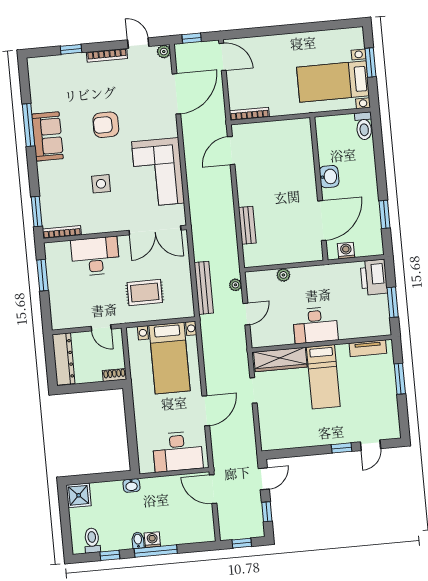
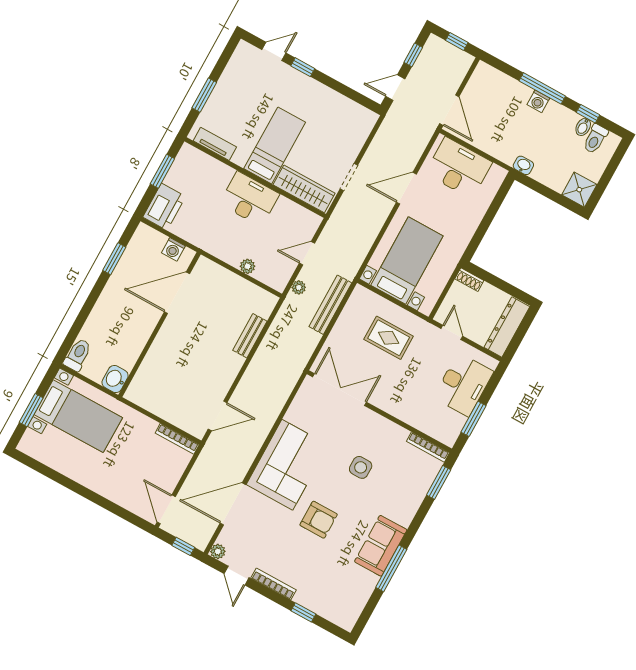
corner sofa: (158, 172) -> (287, 465), moved
washbasin: (329, 177) -> (115, 379), moved
desk: (95, 256) -> (463, 385), moved, turned -90
bidet: (138, 540) -> (583, 127), moved

